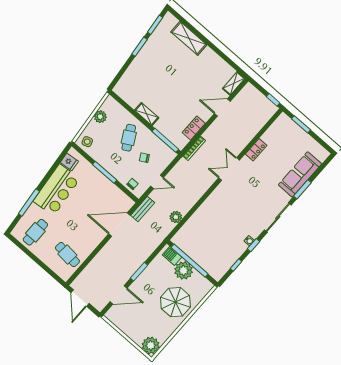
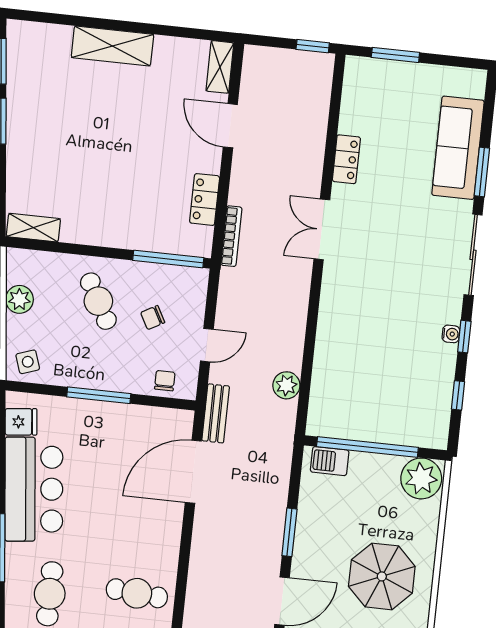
shelving: (189, 38) -> (112, 46), moved
door: (222, 108) -> (230, 126), hinge flipped
shelving: (147, 114) -> (33, 228), moved
plant: (184, 270) -> (421, 478), moved
parasol: (175, 302) -> (382, 576), moved

